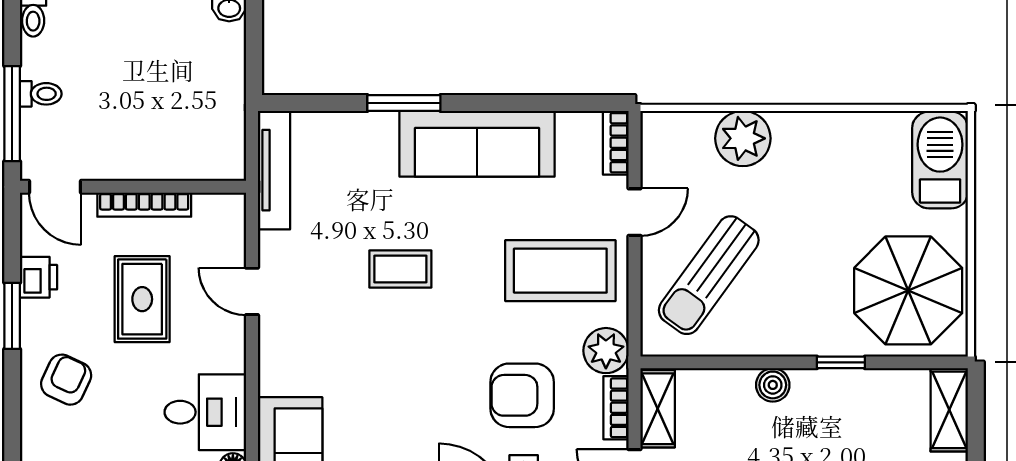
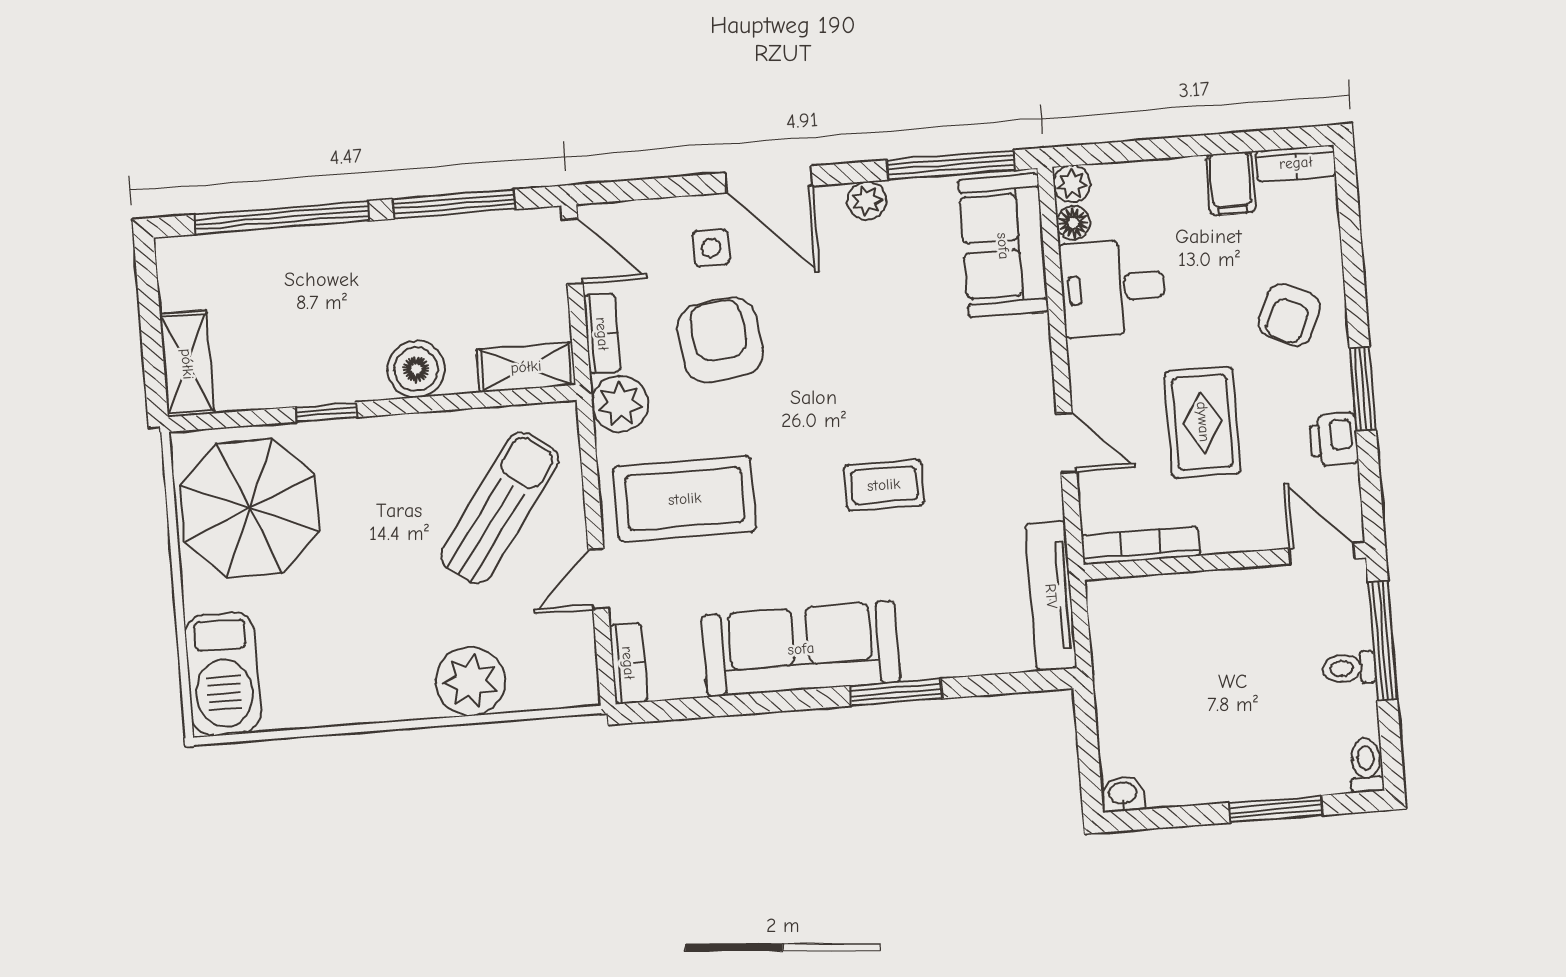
bookcase: (144, 205) -> (1141, 546), moved
boiler: (773, 385) -> (416, 369), width x1.36, depth x1.36
armchair: (522, 395) -> (720, 340), turned -97
shelving: (658, 409) -> (526, 367), moved, turned 90

